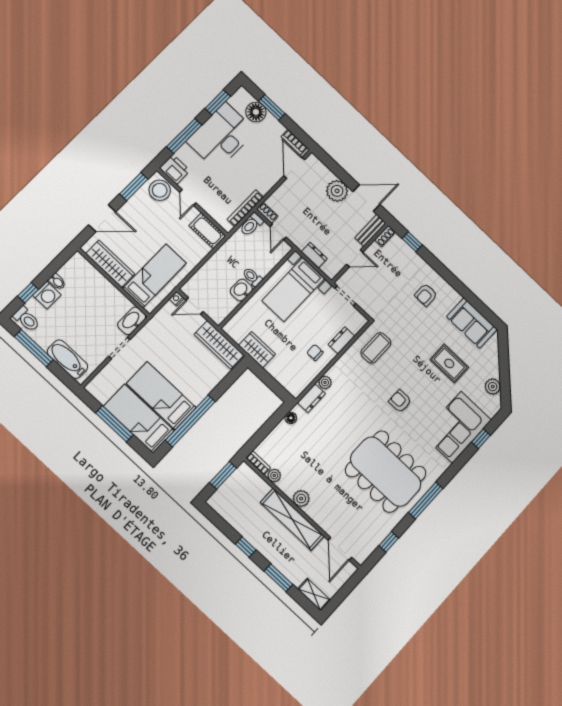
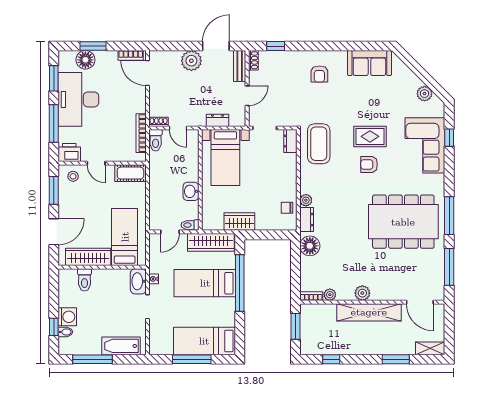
stool: (160, 190) -> (73, 176), width x0.53, depth x0.53
toilet: (252, 277) -> (190, 225), moved
bidet: (57, 282) -> (65, 332), moved
nightstand: (177, 299) -> (154, 279), moved
toilet: (27, 319) -> (84, 280), moved, turned 90
dresser: (341, 340) -> (290, 141), moved
coffee table: (376, 348) -> (319, 144), width x1.36, depth x1.32
chair: (315, 352) -> (287, 208), moved
rug: (449, 363) -> (370, 136), moved
bed: (161, 396) -> (205, 283), moved
floor lamp: (291, 418) -> (310, 246), width x1.89, depth x1.89
window: (190, 421) -> (240, 283), moved
window: (389, 542) -> (449, 267), width x2.17
window: (246, 547) -> (331, 359), moved

